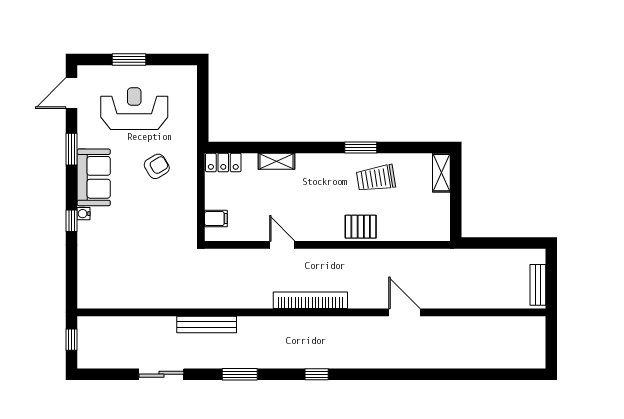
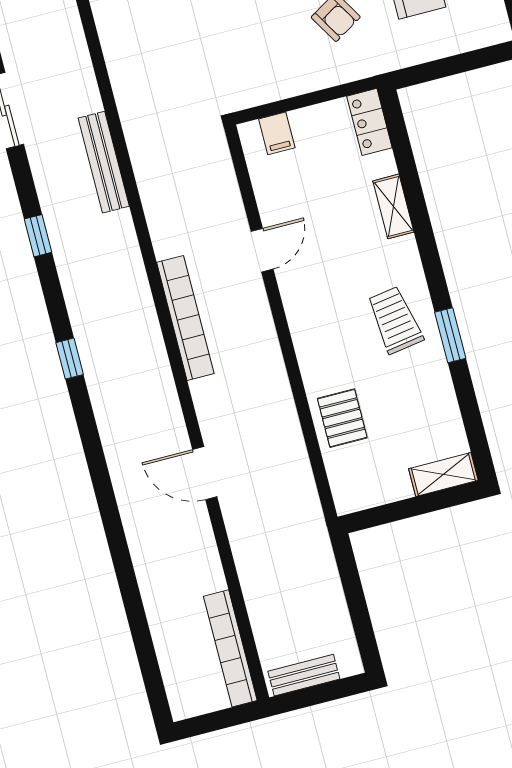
trolley: (376, 178) -> (395, 320), moved
pallet: (361, 227) -> (342, 418), moved
door: (404, 312) -> (205, 473), swing flipped
bookcase: (511, 324) -> (230, 648), added
window: (240, 374) -> (38, 236), width x0.67

